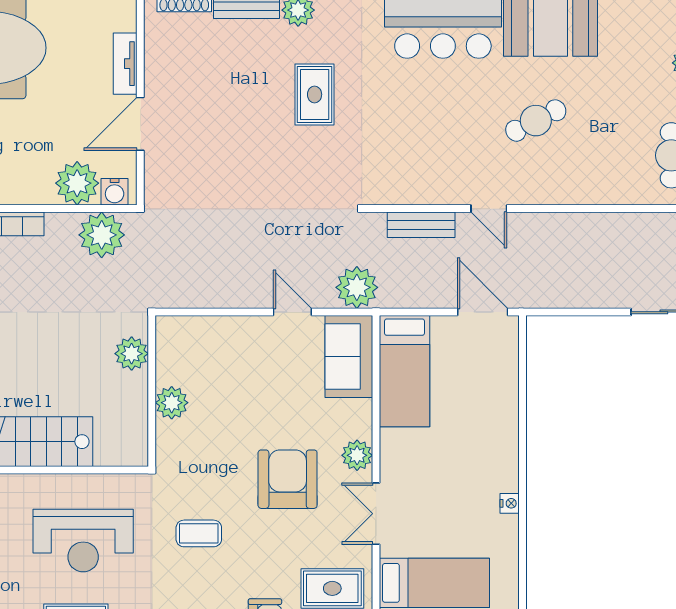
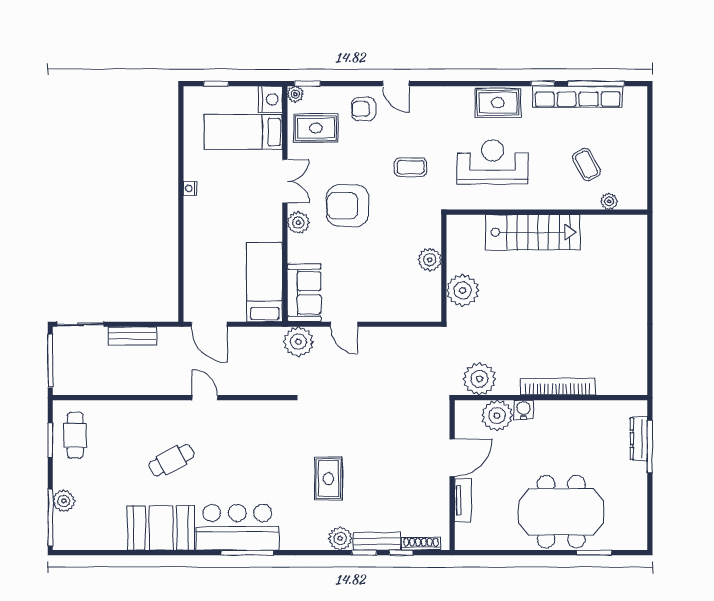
water cooler: (115, 192) -> (524, 410), moved
bench: (421, 225) -> (132, 336), moved
plant: (132, 354) -> (463, 290), width x1.36, depth x1.36
armchair: (288, 479) -> (348, 206), turned 90

